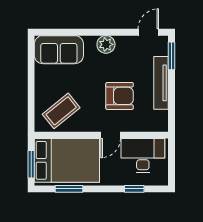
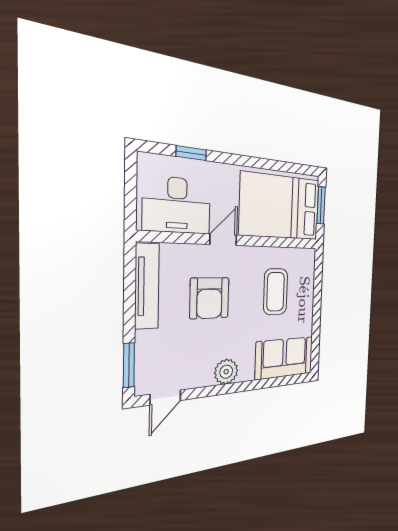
tv unit: (161, 83) -> (147, 286), moved
armchair: (120, 96) -> (210, 298), turned -90
coffee table: (61, 111) -> (276, 292), moved, turned -51
window: (69, 189) -> (279, 166), removed

